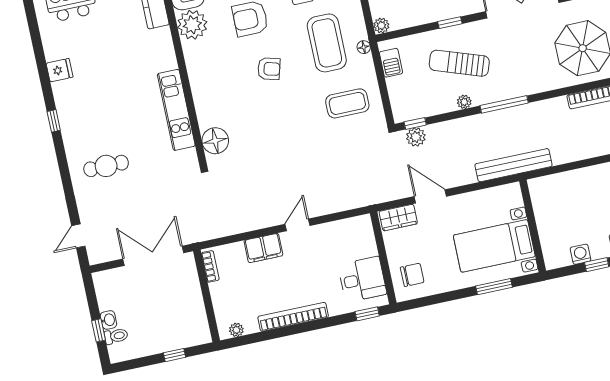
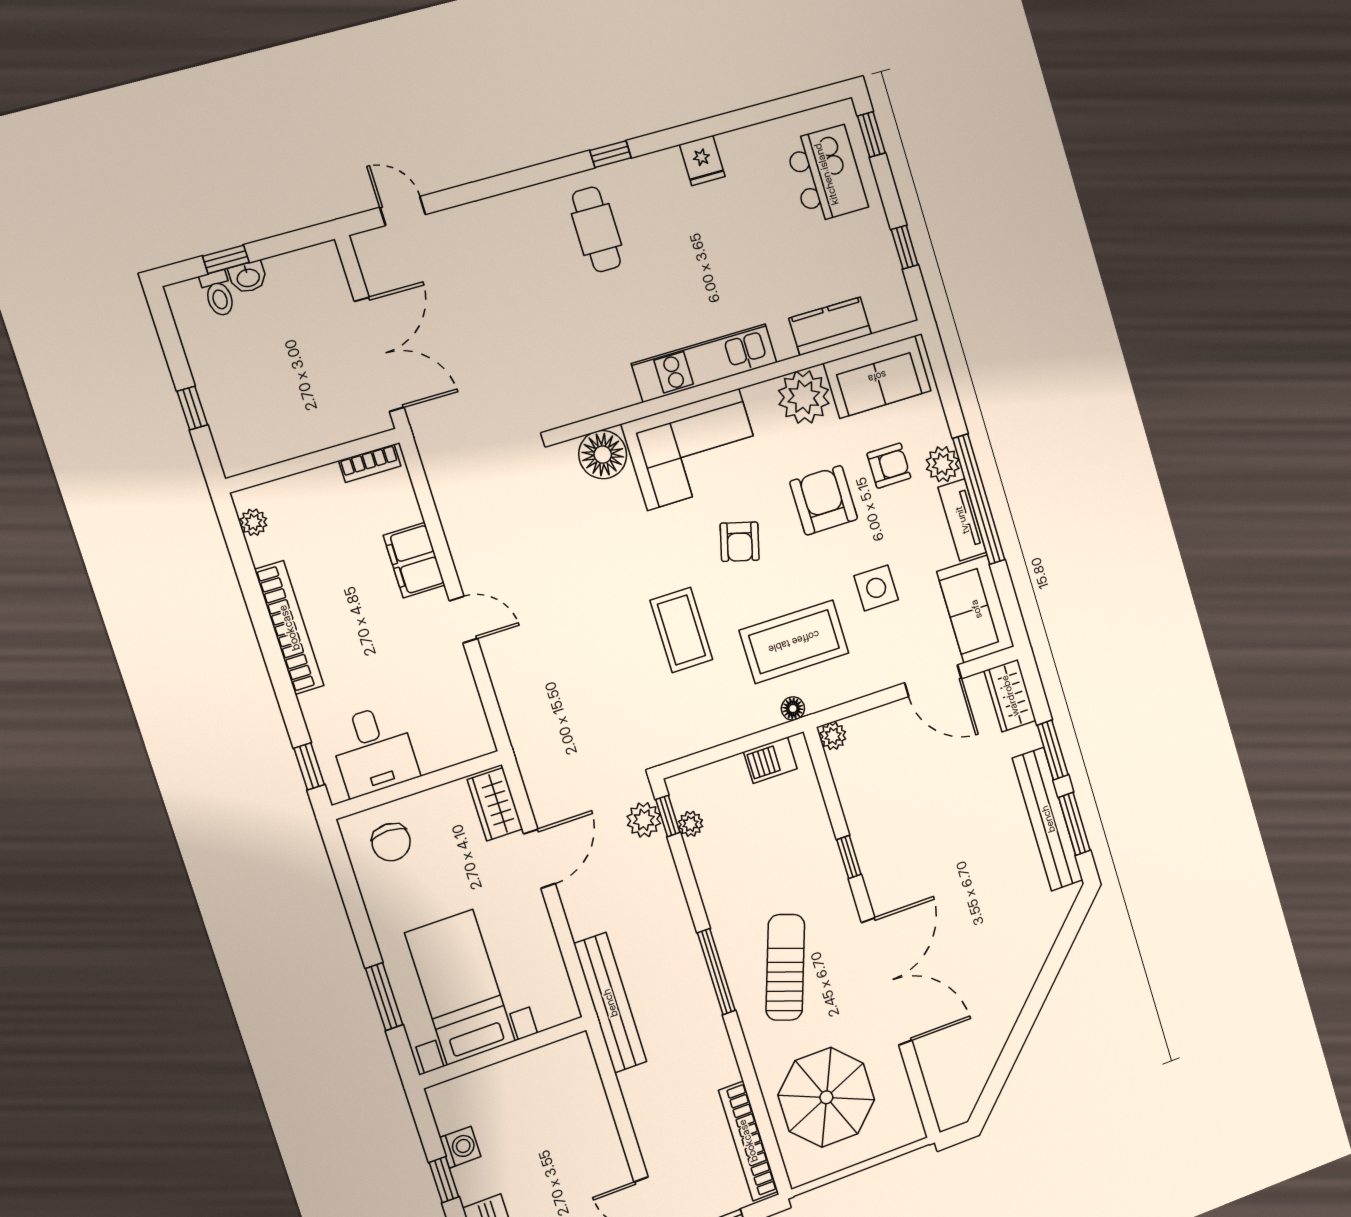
sun lounger: (459, 63) -> (785, 967), moved
corner sofa: (216, 90) -> (693, 449), added
plant: (464, 102) -> (691, 824), moved
coffee table: (347, 103) -> (681, 630), moved
kitchen unit: (176, 110) -> (704, 363), moved
cafe table: (106, 166) -> (596, 229), moved

